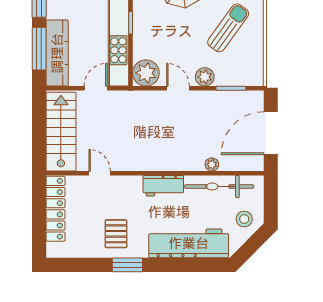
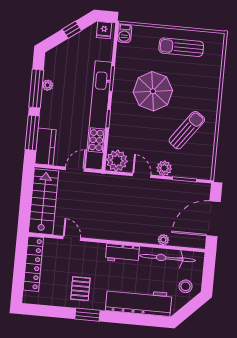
kitchen counter: (57, 53) -> (45, 147), width x0.67

